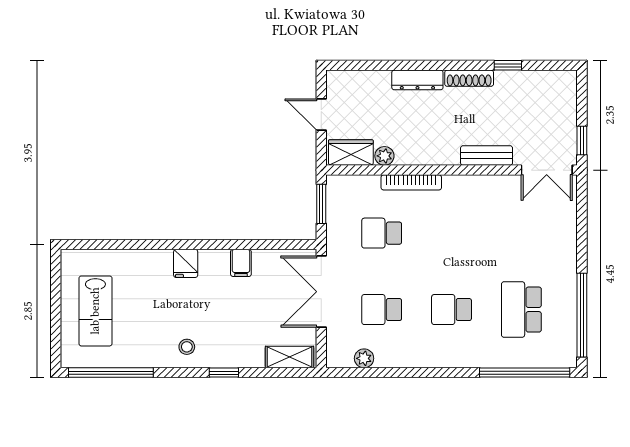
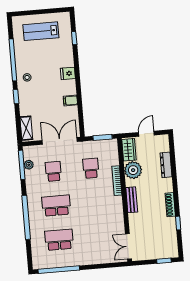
dresser: (417, 80) -> (166, 165), moved
window: (582, 141) -> (164, 261), moved
plant: (384, 156) -> (133, 170), width x1.87, depth x1.87
bench: (487, 156) -> (132, 200), moved
window: (115, 245) -> (74, 38), added
school desk: (452, 310) -> (56, 206), width x1.85
window: (111, 373) -> (13, 60), moved
window: (363, 373) -> (22, 165), added
window: (525, 373) -> (26, 217), moved

